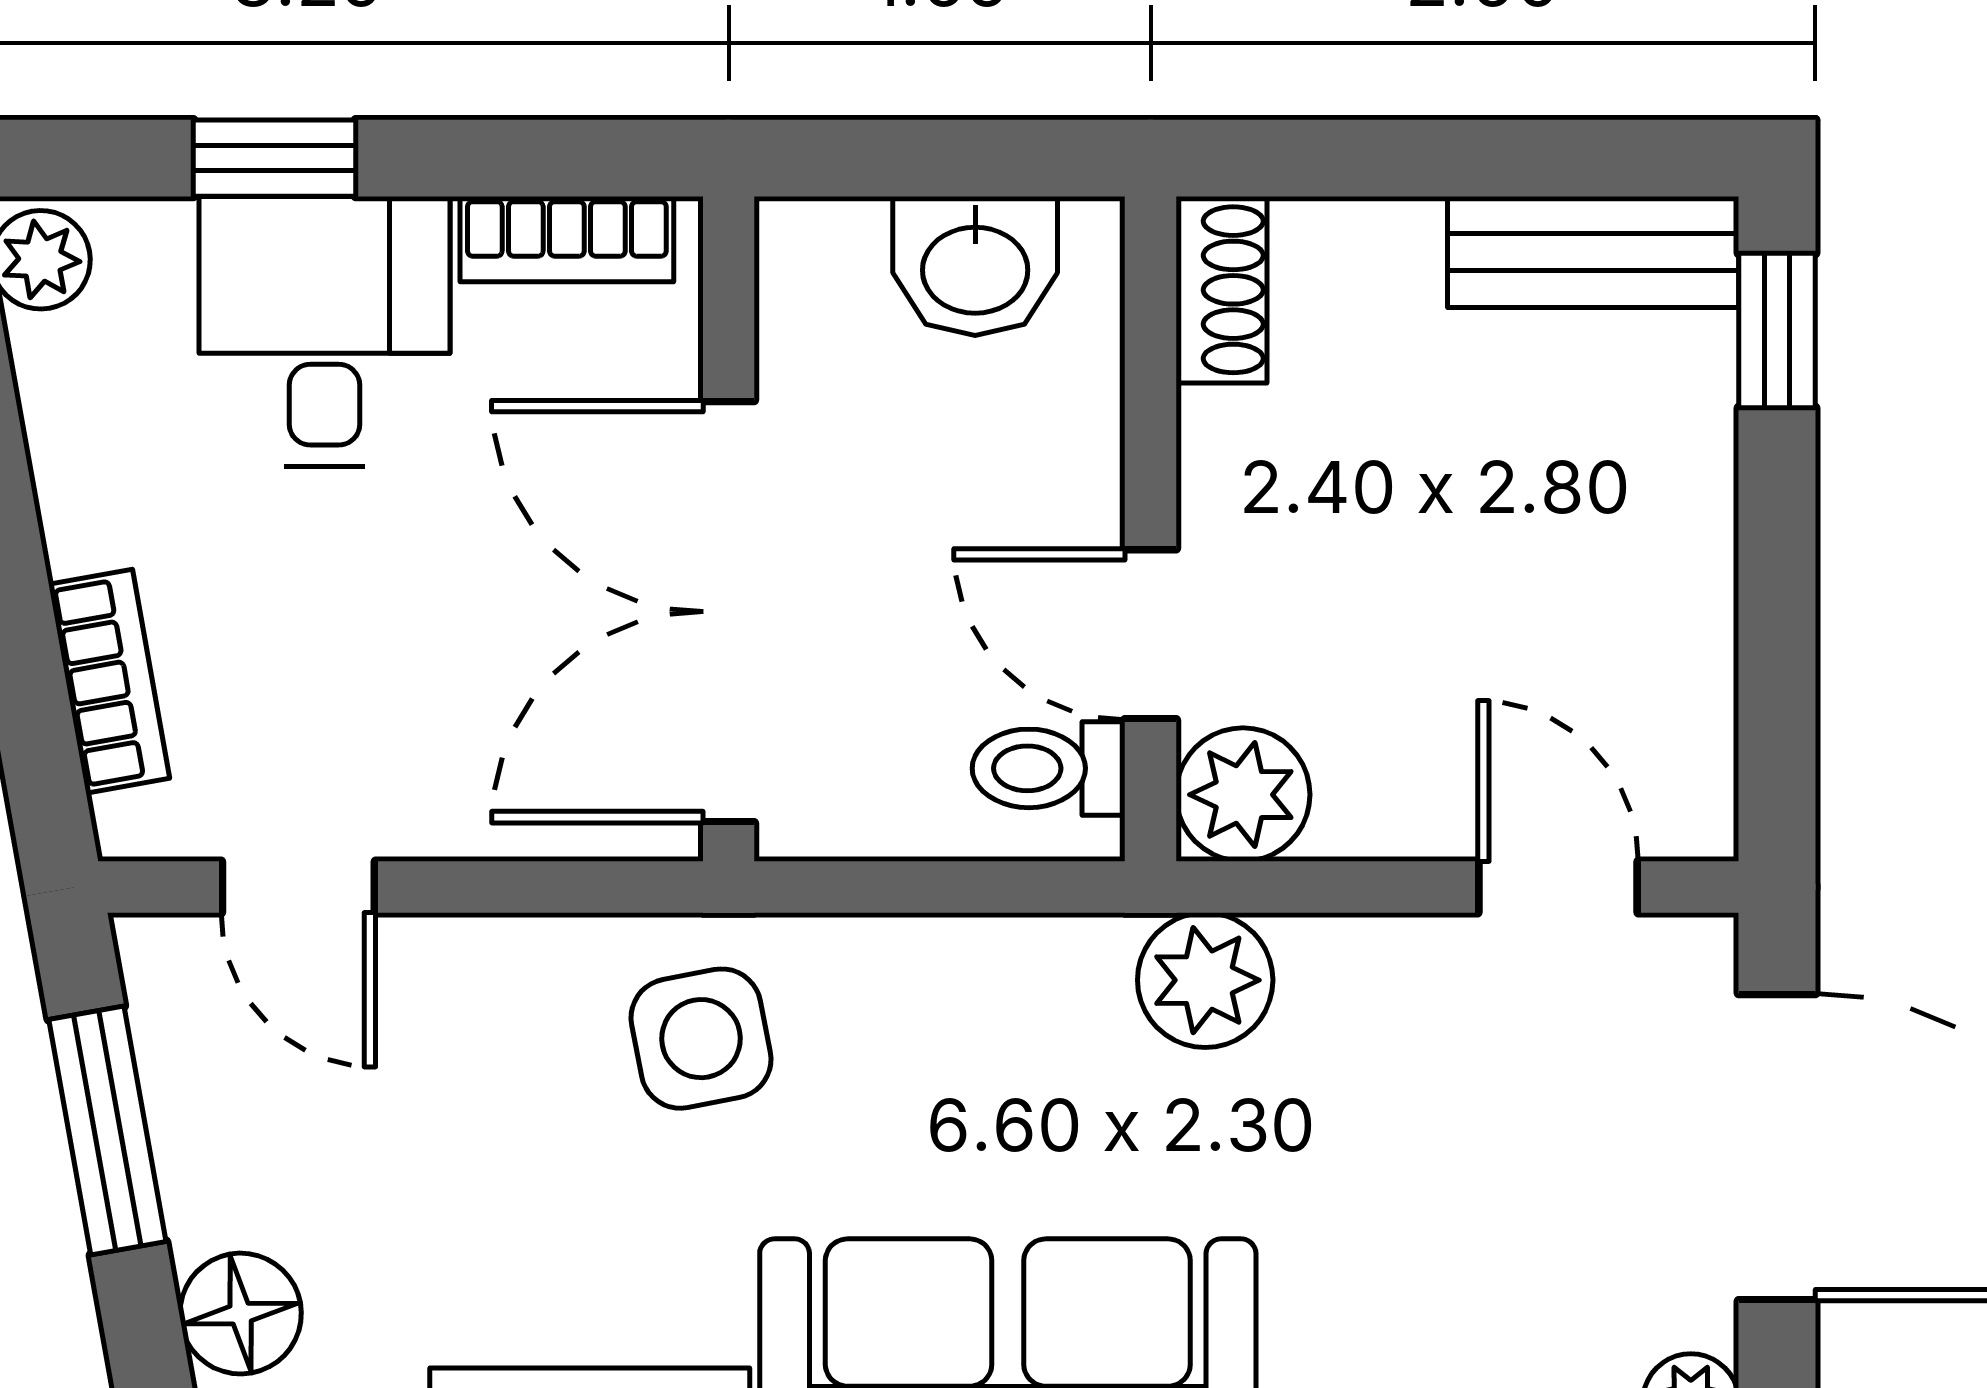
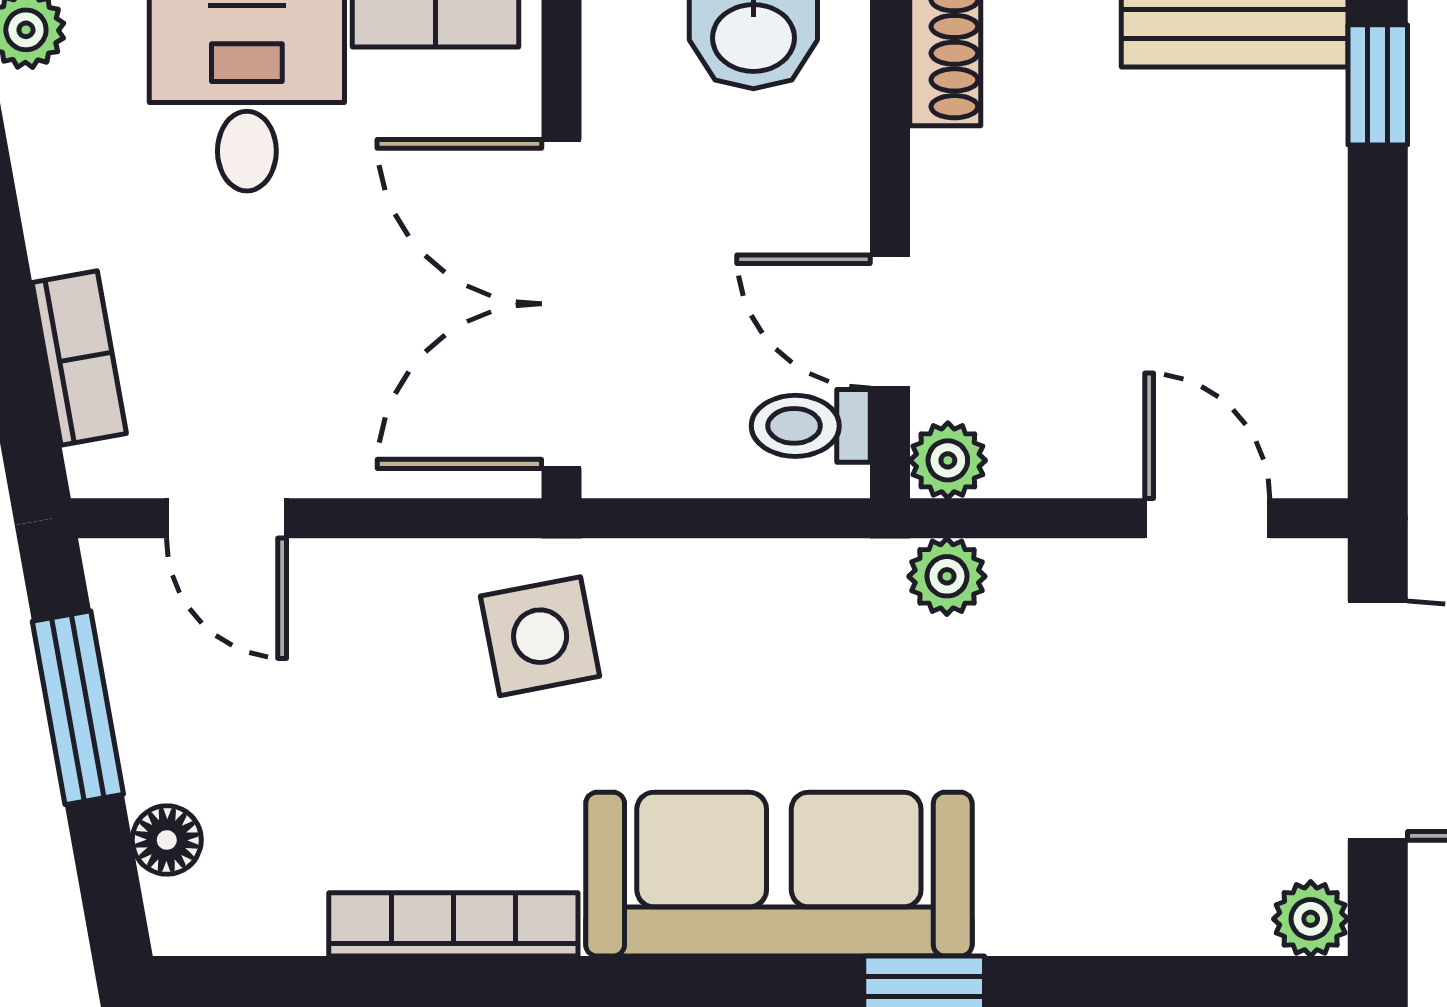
plant: (1243, 795) -> (948, 460), width x0.73, depth x0.73
plant: (1205, 980) -> (947, 576), width x0.73, depth x0.73
floor lamp: (241, 1314) -> (167, 840), width x0.73, depth x0.73

